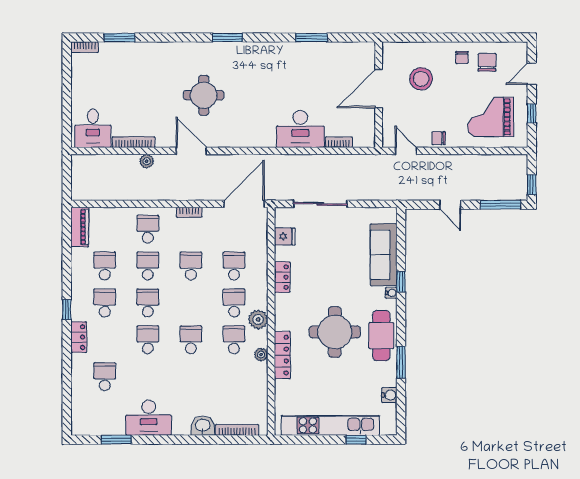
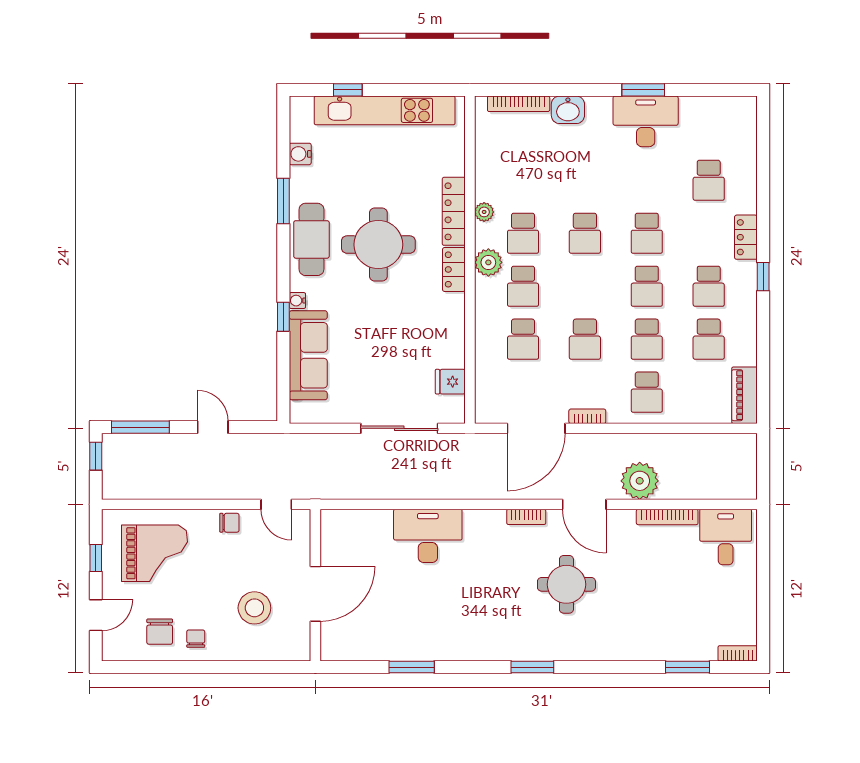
bookcase: (339, 142) -> (526, 517), moved
plant: (147, 161) -> (640, 481), width x1.88, depth x1.88
door: (244, 204) -> (536, 428), moved
locker: (282, 277) -> (454, 269), moved
window: (116, 440) -> (643, 90), moved

